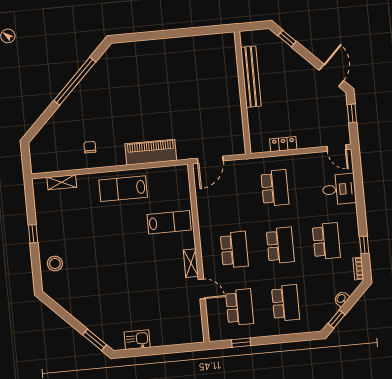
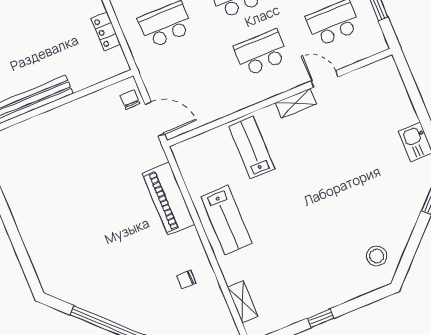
chair: (230, 146) -> (130, 100), added
stool: (55, 264) -> (377, 256), moved
door: (202, 289) -> (325, 79), hinge flipped

